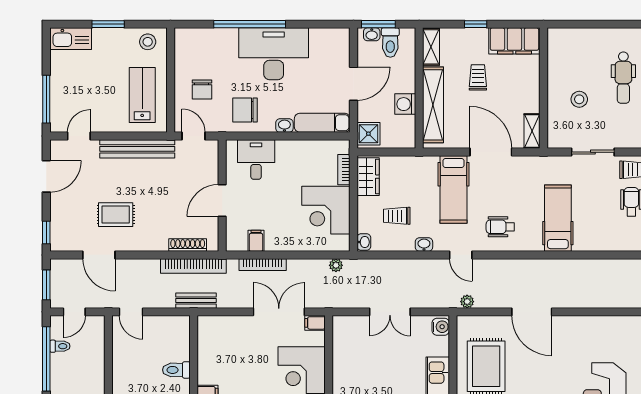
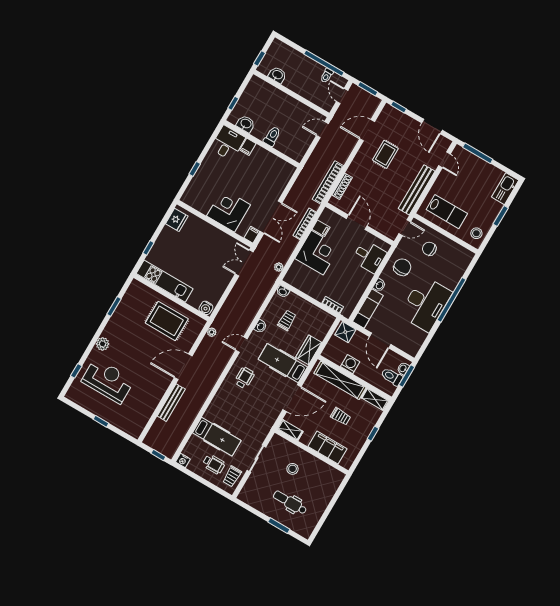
filing cabinet: (514, 41) -> (327, 448), moved, turned 90
wardrobe: (368, 177) -> (309, 350), moved, turned 90
corner desk: (326, 210) -> (317, 253), moved, turned 90
hospital bed: (558, 218) -> (217, 437), moved
bench: (196, 301) -> (171, 403), moved, width x1.36
double door: (390, 312) -> (244, 263), moved

